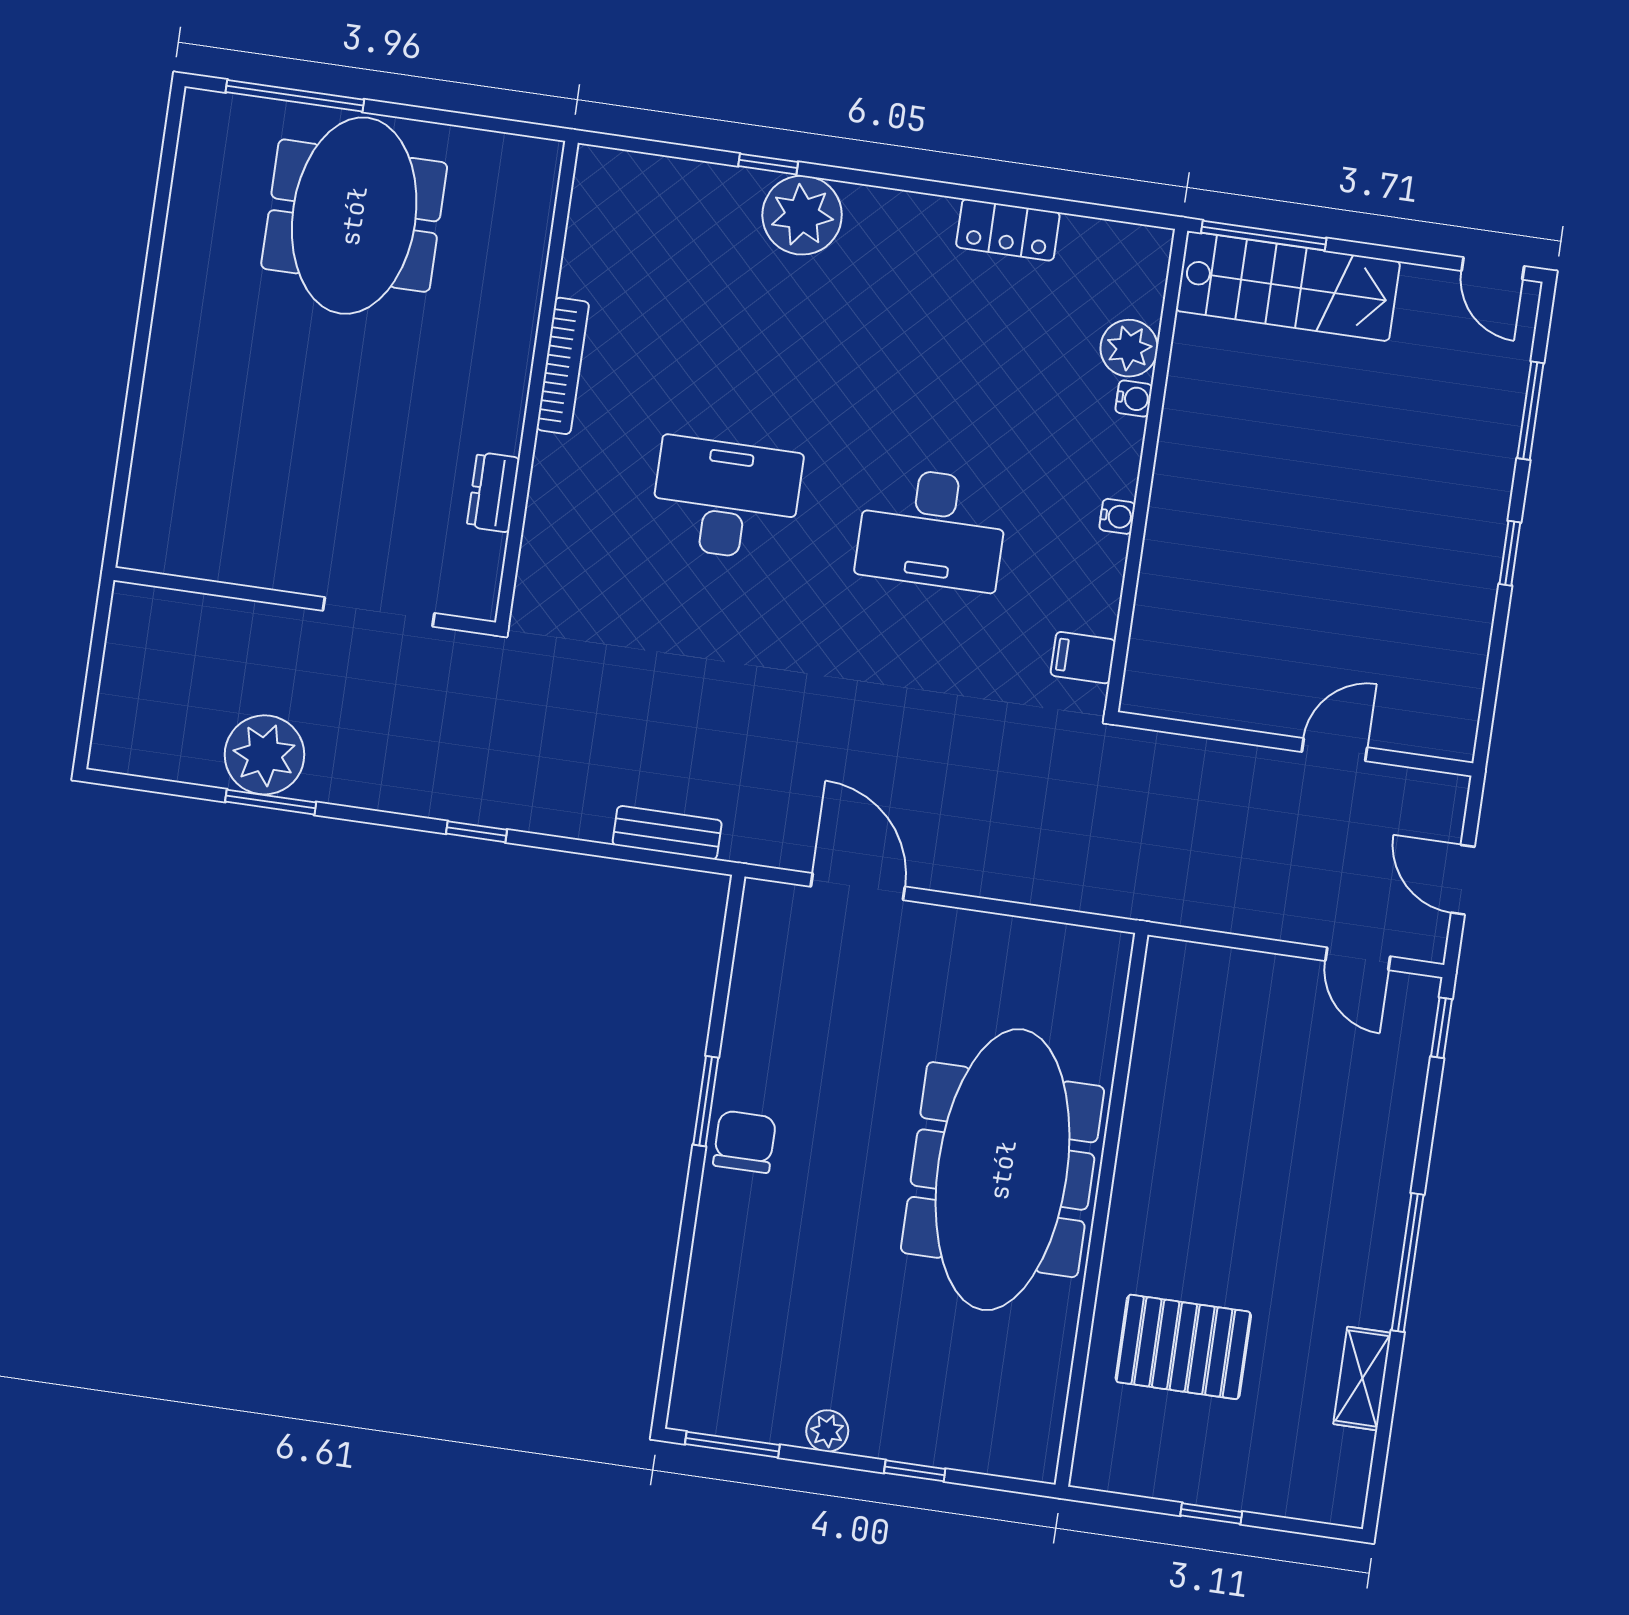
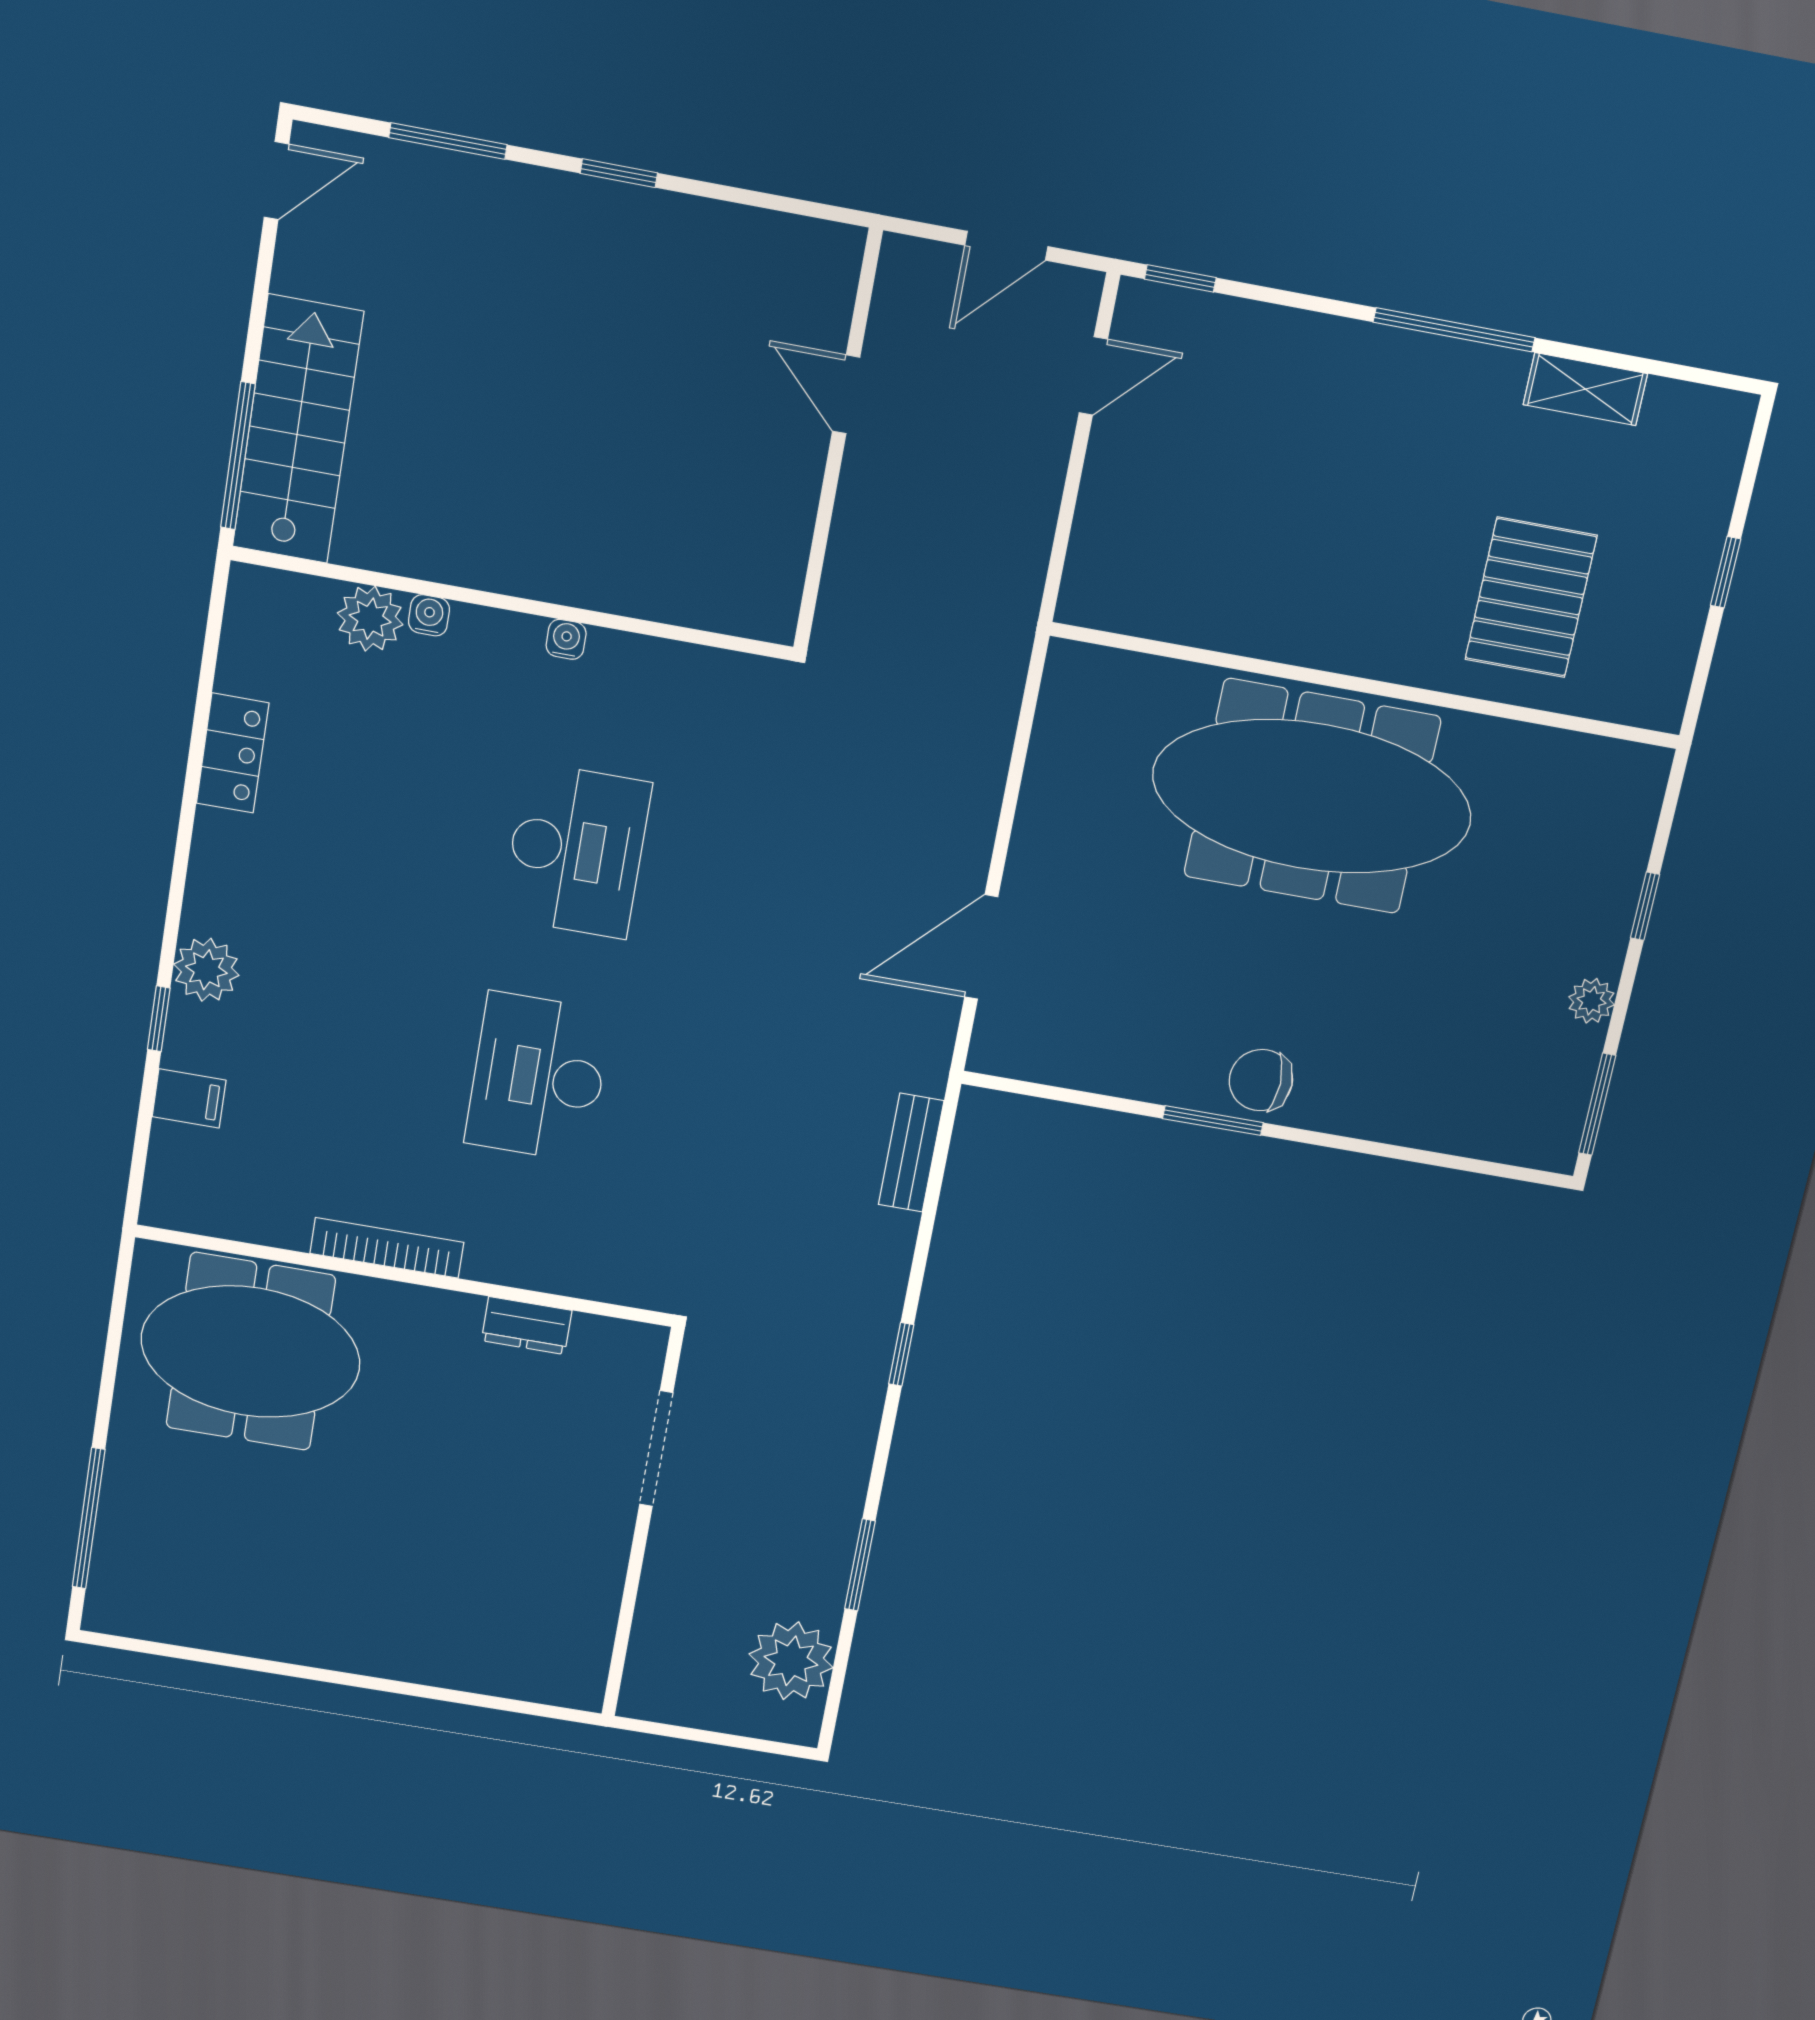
plant: (802, 215) -> (206, 970), width x0.73, depth x0.73
meeting table: (354, 216) -> (251, 1352), moved
filing cabinet: (1083, 658) -> (189, 1098), moved, turned -90
plant: (264, 755) -> (791, 1661), moved

